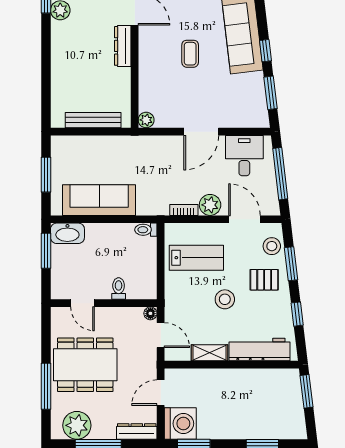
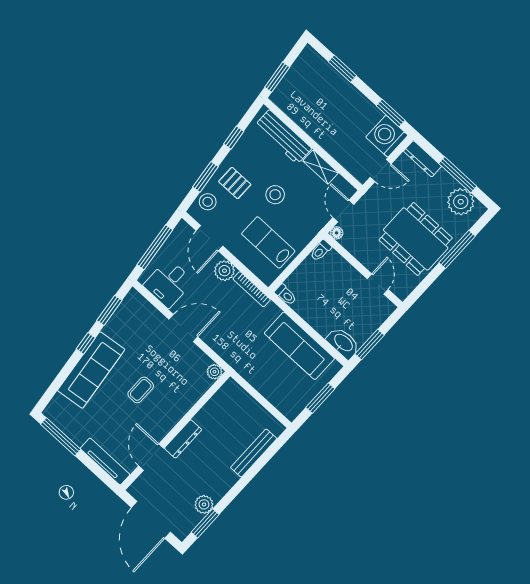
bench: (93, 120) -> (254, 453), moved, turned 90
bookcase: (184, 210) -> (252, 289), width x1.56
toilet: (119, 289) -> (321, 251), moved

